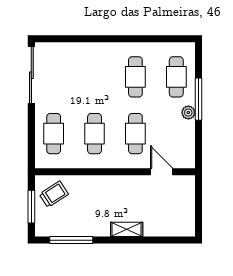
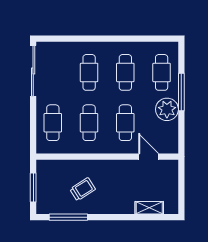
cafe table: (95, 77) -> (89, 72), added
plant: (188, 113) -> (167, 109), width x1.88, depth x1.88
trolley: (54, 194) -> (83, 189), moved
shelving: (127, 229) -> (149, 208), moved

